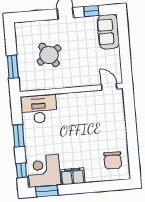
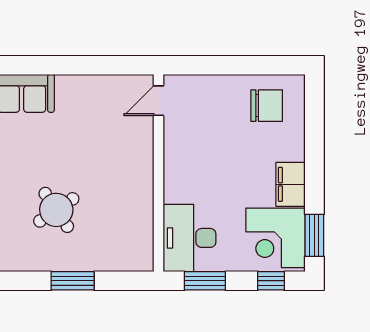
door: (109, 87) -> (158, 101), moved
wall: (71, 90) -> (158, 173), moved
desk: (39, 109) -> (190, 238), moved

